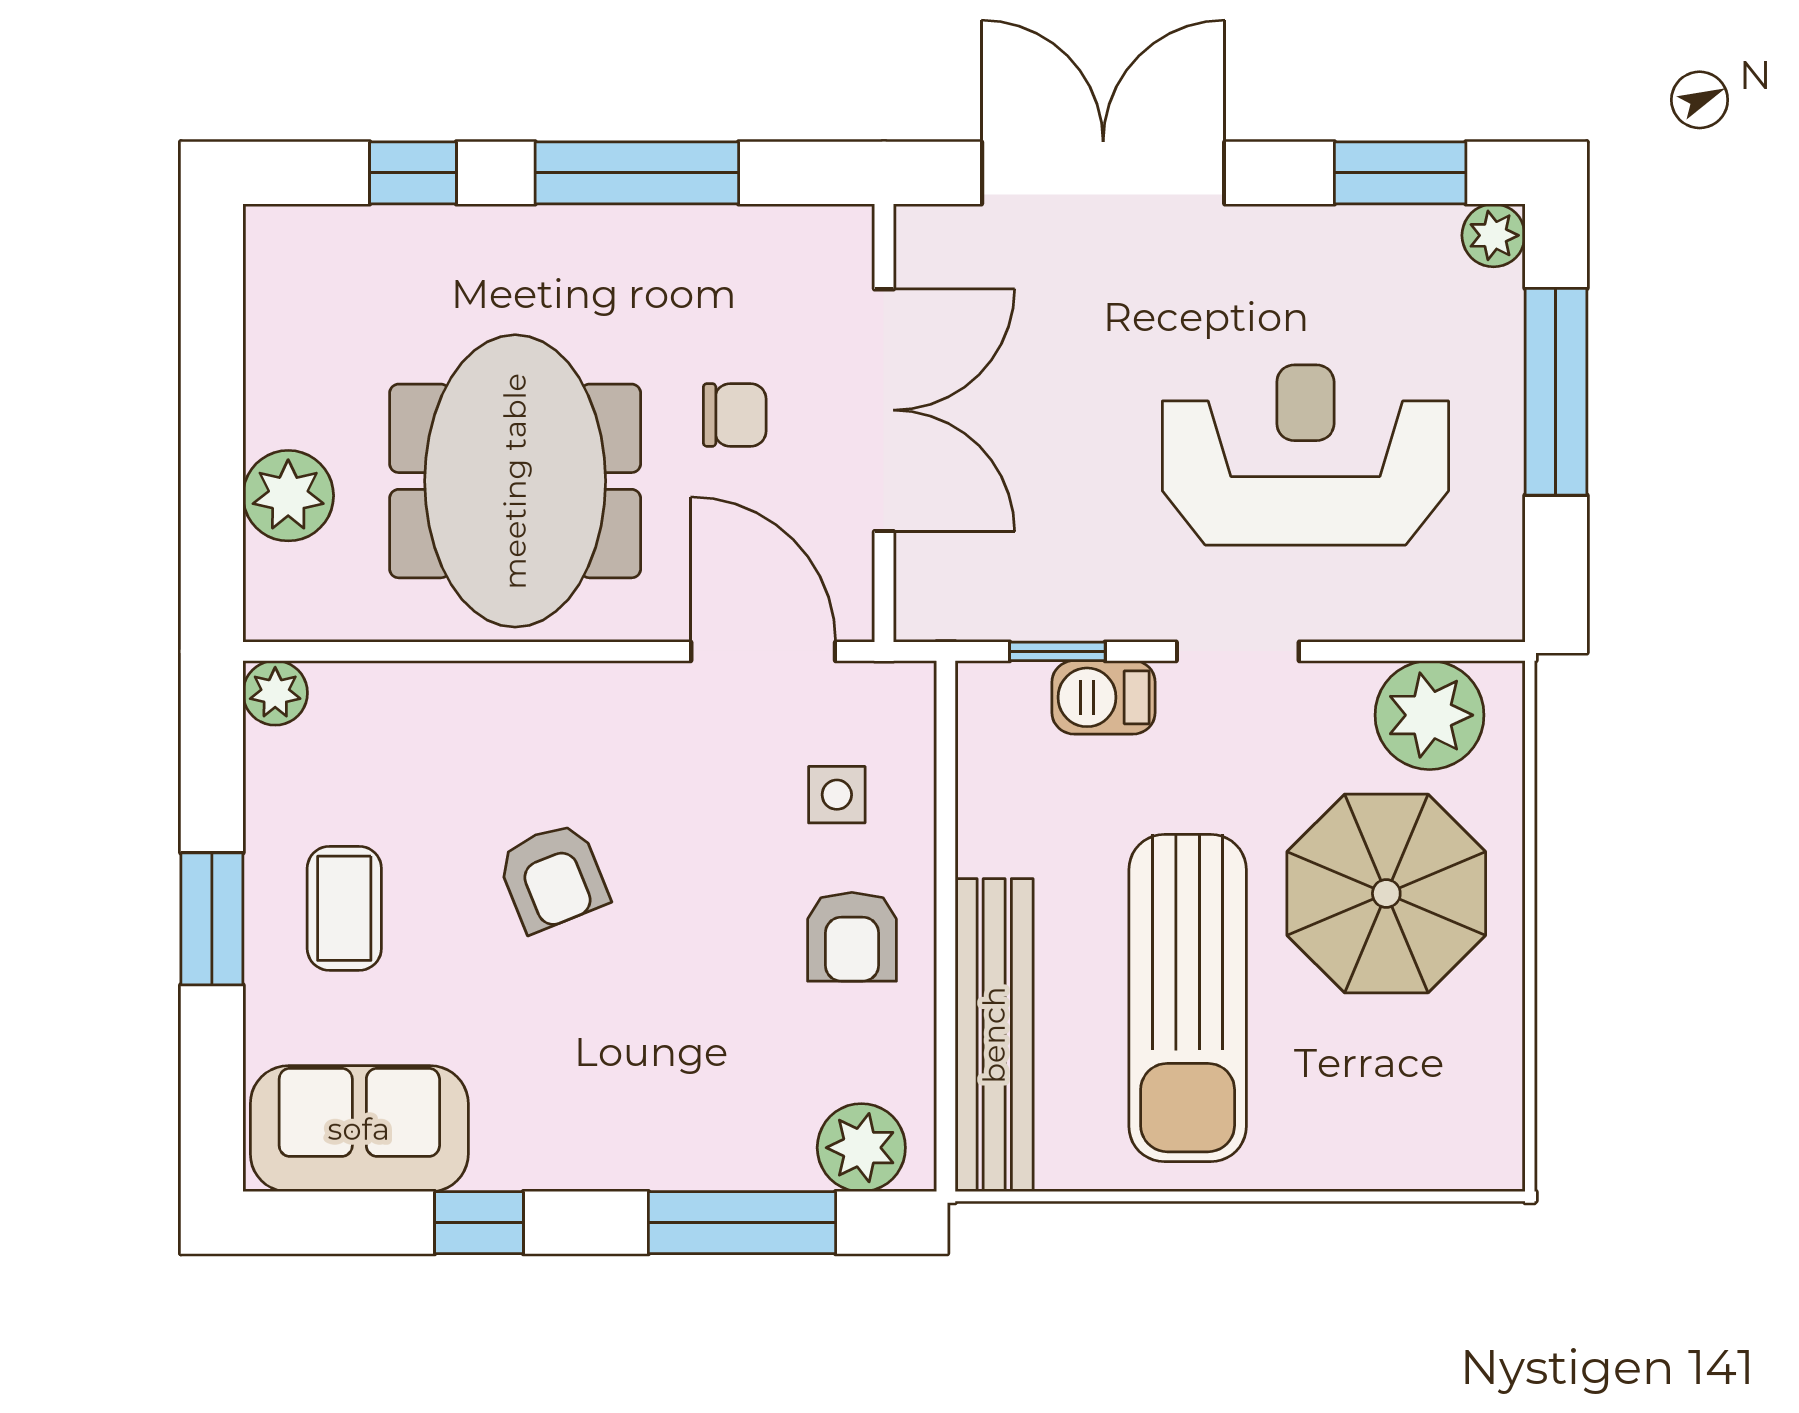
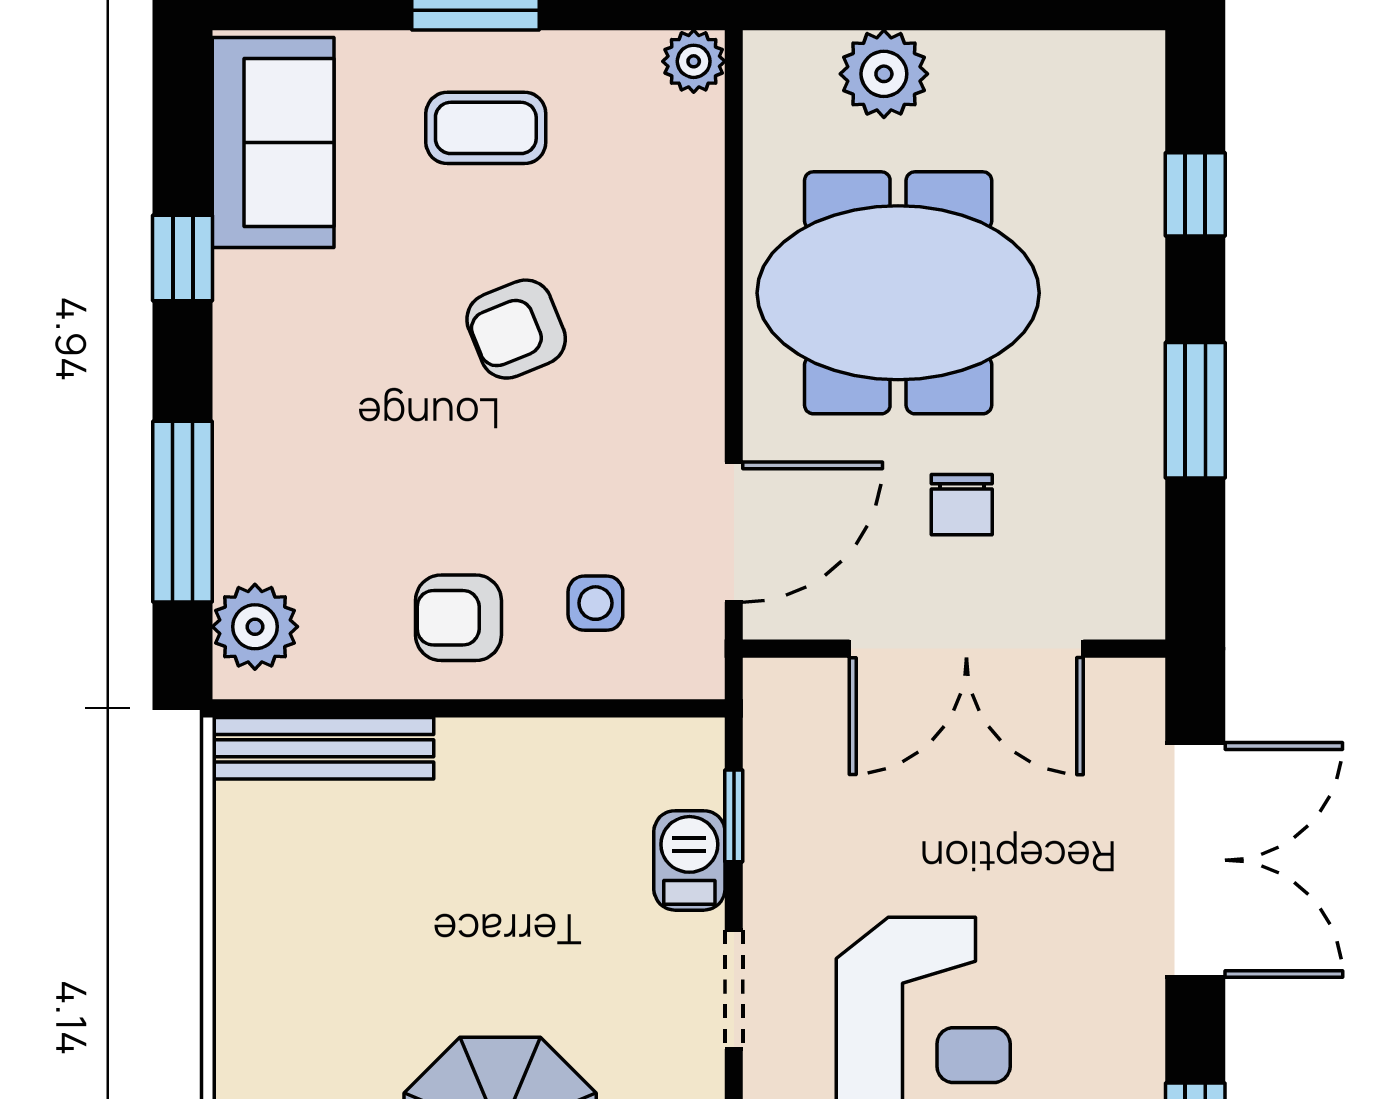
window: (637, 173) -> (1195, 410), width x0.69
sun lounger: (1188, 998) -> (399, 941), removed
bench: (994, 1035) -> (323, 748), width x0.73, depth x0.82

